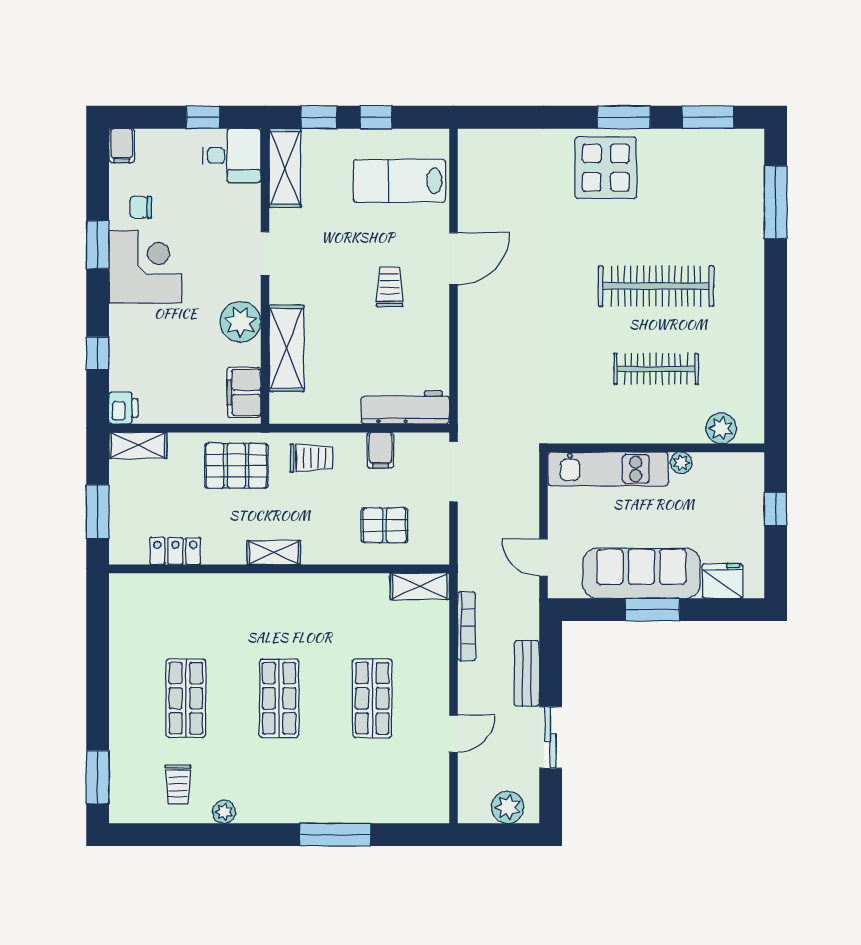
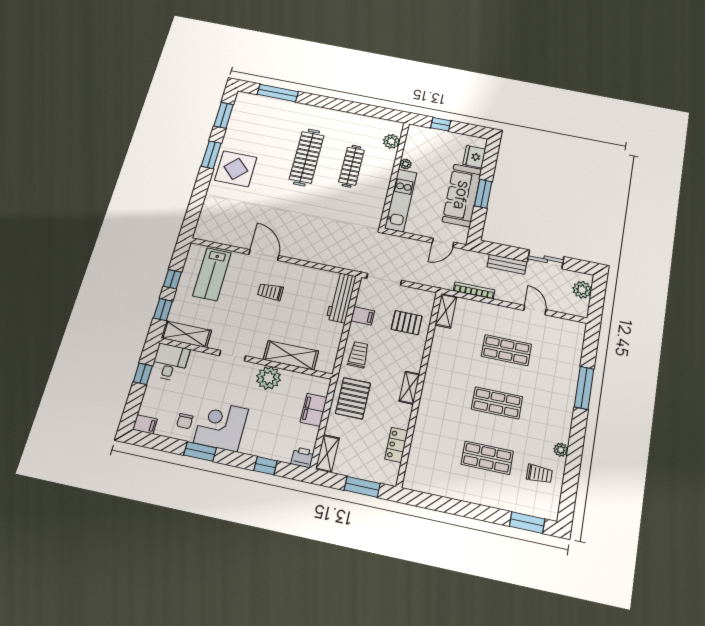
filing cabinet: (244, 392) -> (314, 410), moved, turned 90
pallet: (384, 525) -> (407, 323), turned 90

